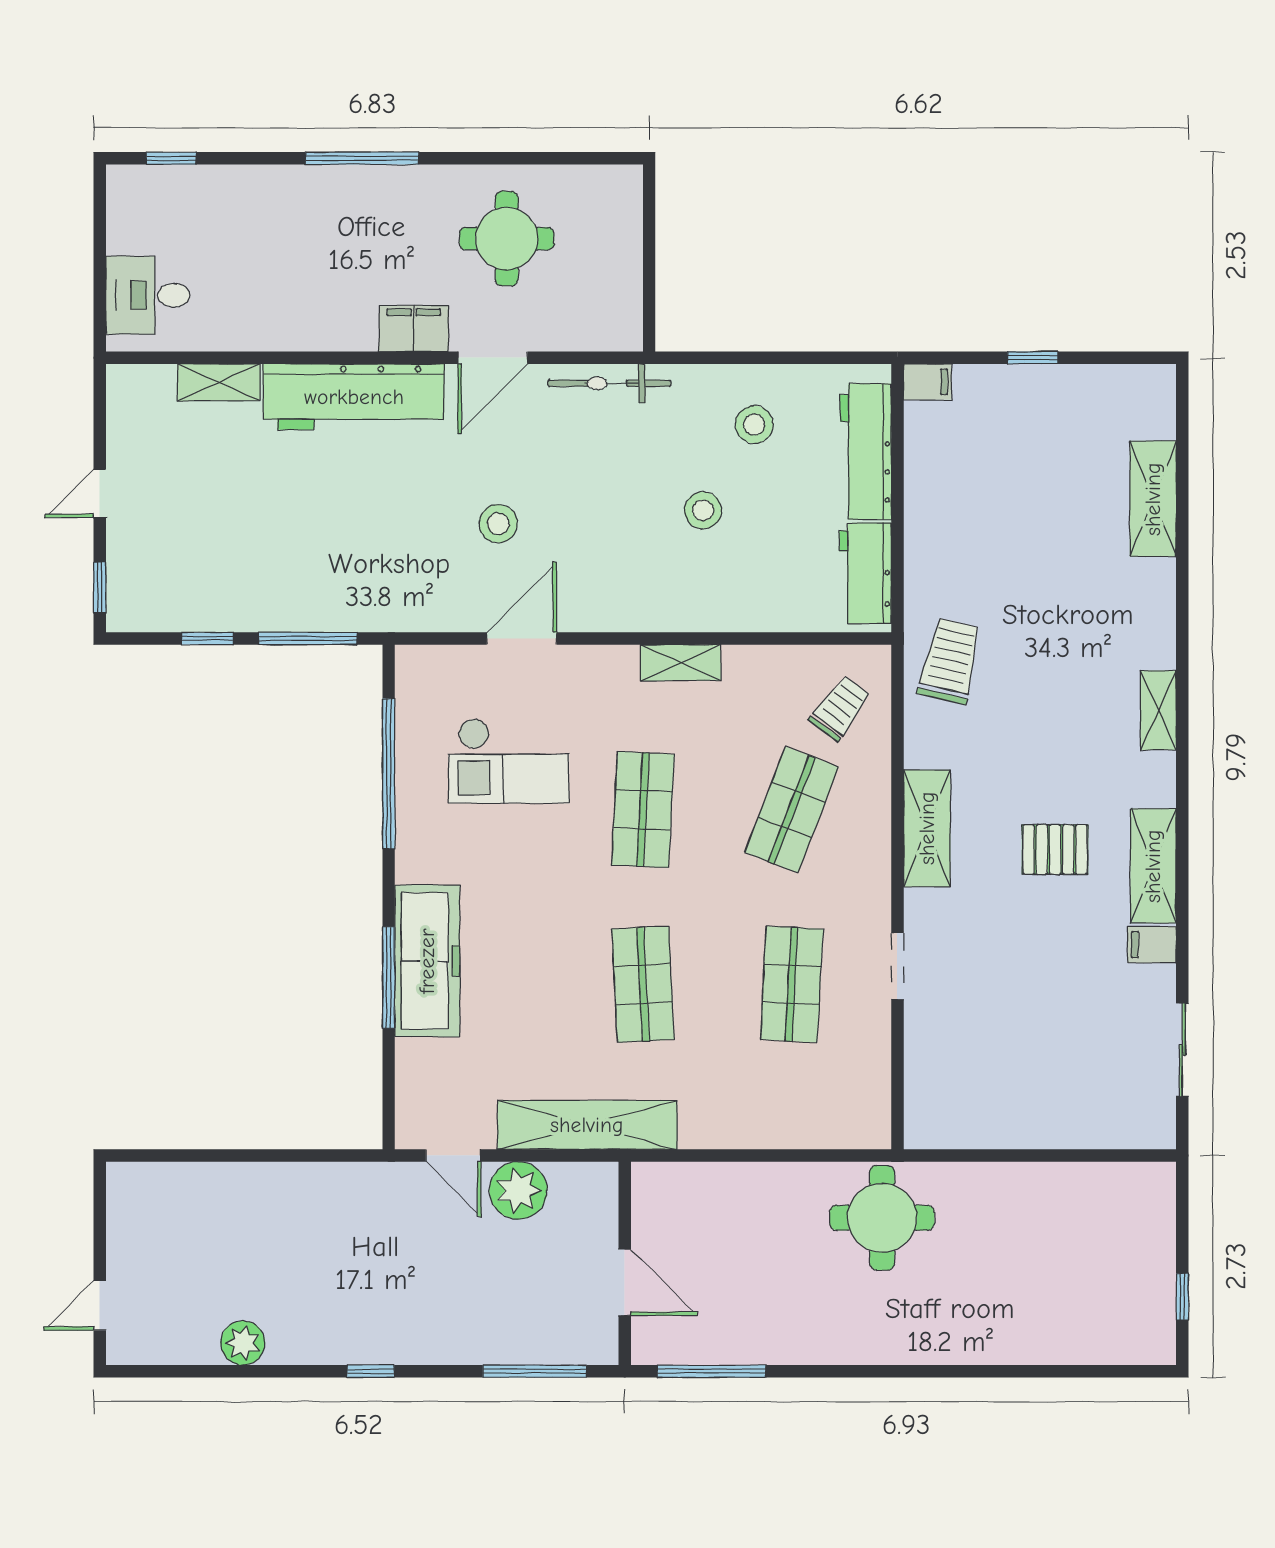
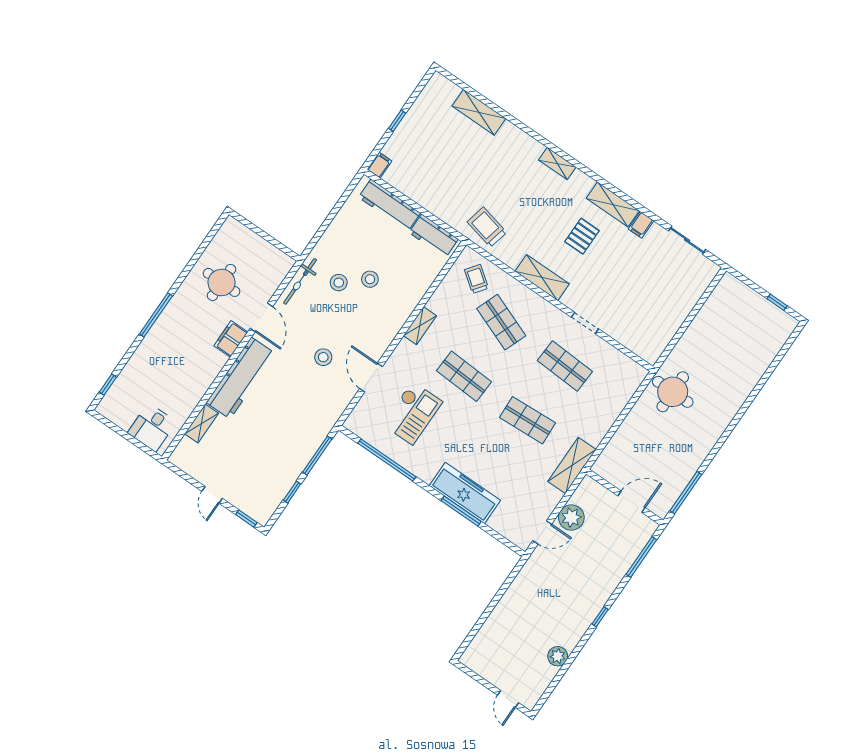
stool: (754, 425) -> (339, 283), moved
shelving: (587, 1125) -> (572, 465), width x0.68

